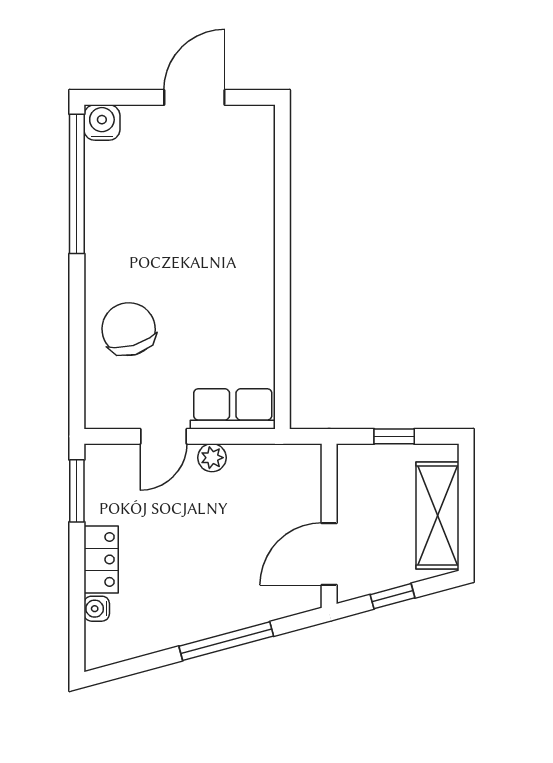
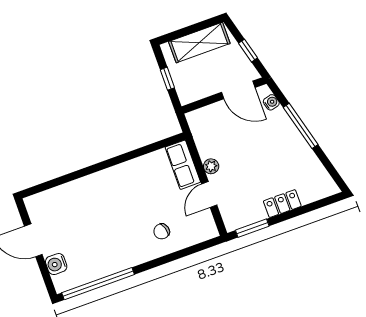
water cooler: (102, 122) -> (56, 264), moved
chair: (129, 329) -> (162, 231), width x0.54, depth x0.54
door: (163, 436) -> (209, 195), swing flipped
water cooler: (97, 609) -> (271, 102), moved, turned -105

